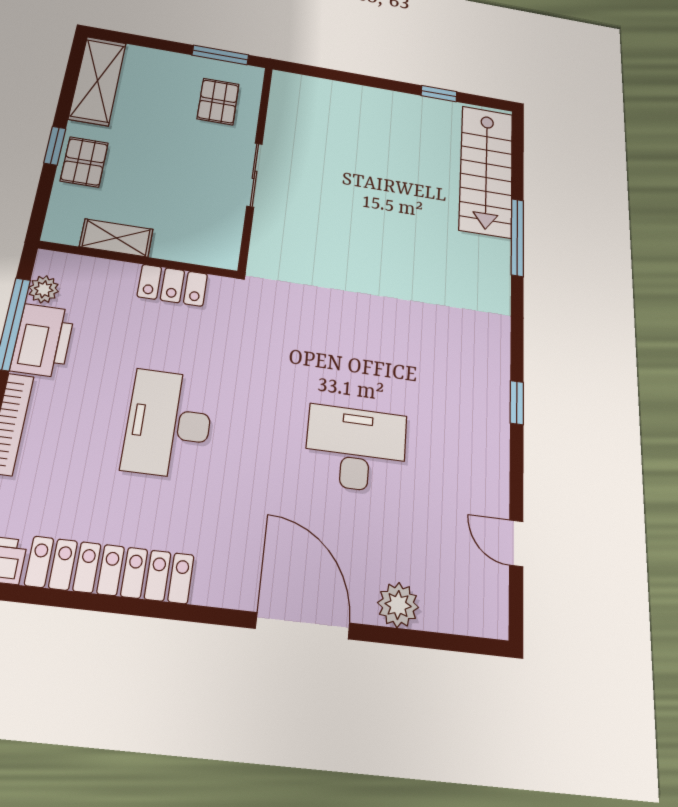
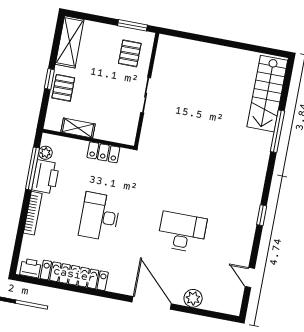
window: (439, 94) -> (248, 47), removed

